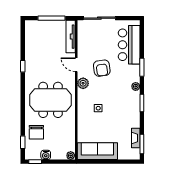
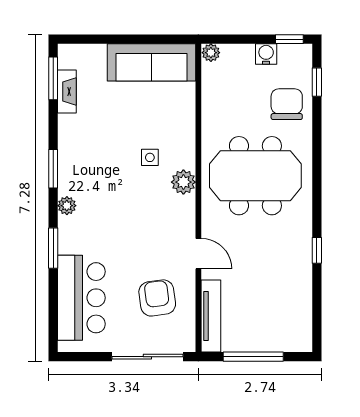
armchair: (102, 68) -> (157, 298), moved
plant: (83, 83) -> (183, 182), moved

